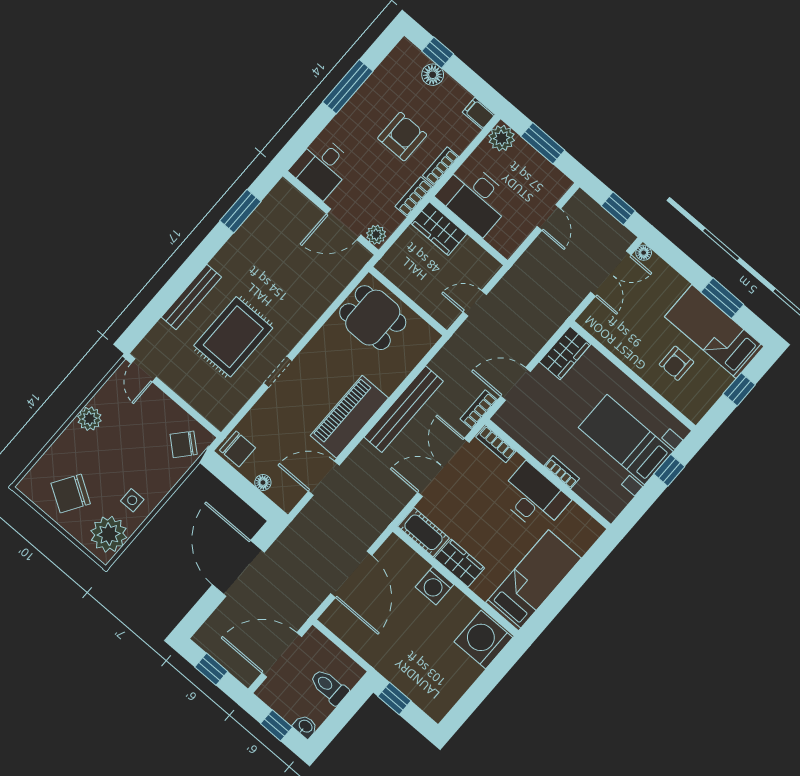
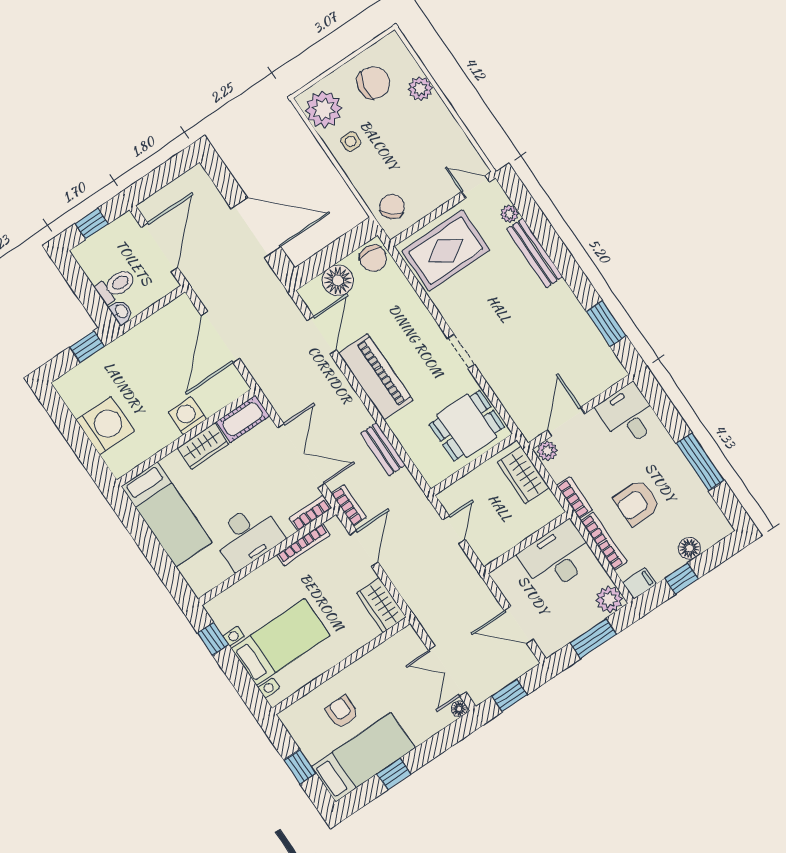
window: (438, 53) -> (682, 578), moved
armchair: (402, 137) -> (637, 502), turned 90
bookcase: (441, 166) -> (604, 541), width x1.56
door: (549, 218) -> (519, 625), width x1.38
wardrobe: (439, 229) -> (523, 475), moved, turned -90
window: (722, 298) -> (394, 774), width x0.67
plant: (161, 331) -> (509, 214), added
rug: (233, 337) -> (446, 251), moved, turned 90
doorway: (278, 372) -> (461, 351), moved
bench: (404, 409) -> (383, 449), width x0.54, depth x0.82
plant: (90, 419) -> (420, 89), moved
chair: (238, 449) -> (373, 258), turned -86
window: (669, 470) -> (213, 639), moved
bookcase: (562, 472) -> (303, 545), moved, width x1.56
floor lamp: (263, 482) -> (338, 280), width x1.89, depth x1.89
chair: (71, 494) -> (374, 83), turned 67
door: (351, 574) -> (220, 337), hinge flipped
washing machine: (483, 640) -> (105, 426), moved
window: (211, 669) -> (164, 175), removed
washbasin: (305, 727) -> (121, 312), moved, turned -90

